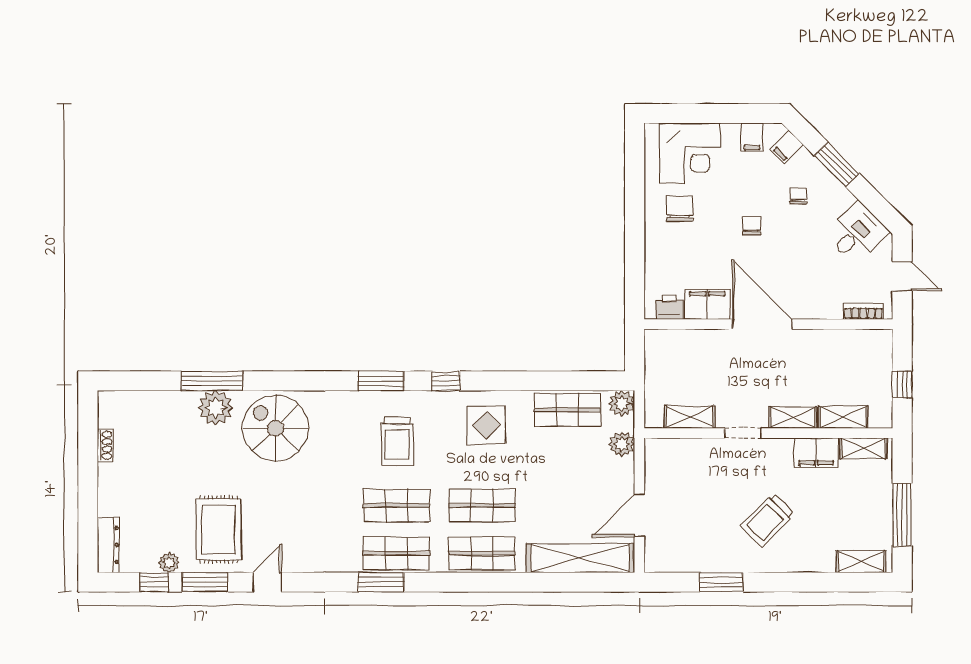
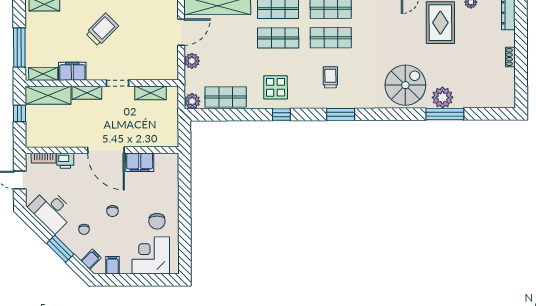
desk: (857, 233) -> (51, 210), width x1.37
printer: (669, 307) -> (65, 161), moved
window: (446, 381) -> (281, 115), moved
shelving: (843, 417) -> (48, 95), width x1.50, depth x1.33
spiral stairs: (276, 428) -> (405, 85), turned -90
trolley: (397, 441) -> (330, 77), width x0.73, depth x0.72
plant: (622, 444) -> (192, 61), moved
shoe rack: (105, 445) -> (510, 57), moved
window: (902, 515) -> (19, 47), moved

